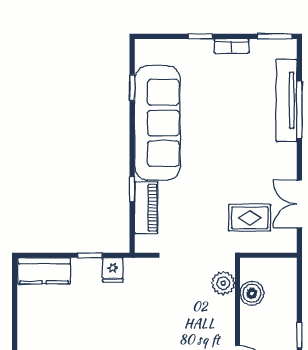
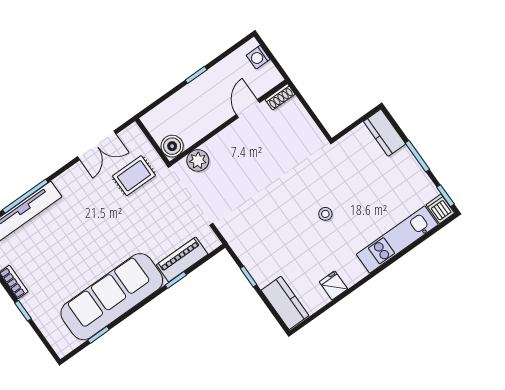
rug: (250, 218) -> (134, 176), turned 90
fridge: (113, 270) -> (333, 285), moved, turned -90
boiler: (252, 293) -> (172, 146), moved

